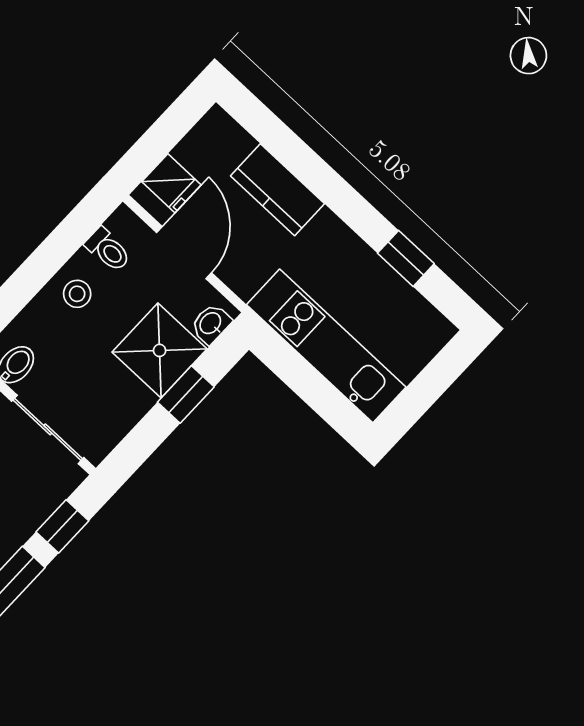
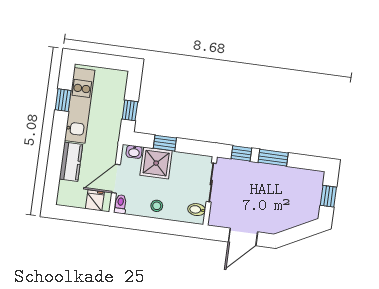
toilet: (108, 250) -> (120, 204), moved
kitchen unit: (326, 346) -> (80, 105), moved, turned 180
window: (296, 372) -> (130, 110), added

